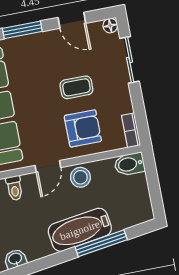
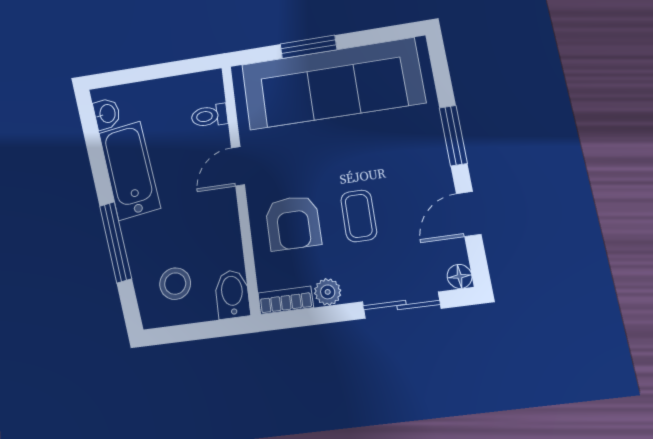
plant: (124, 105) -> (328, 292), added
door: (48, 166) -> (238, 166), hinge flipped
stool: (80, 177) -> (175, 284), moved
bathtub: (80, 230) -> (129, 170), moved

